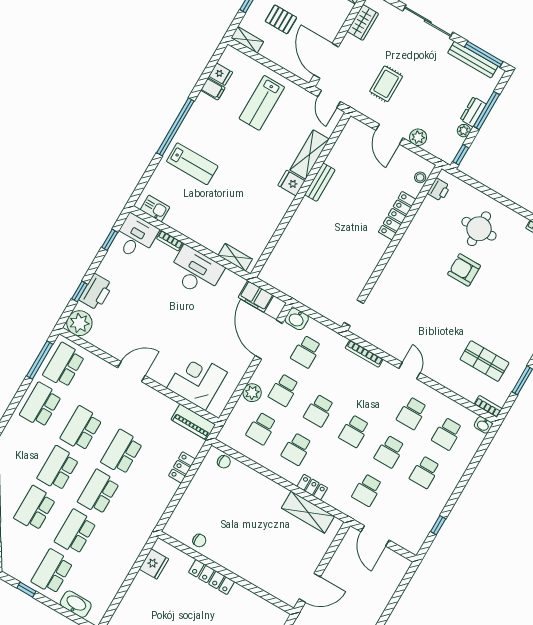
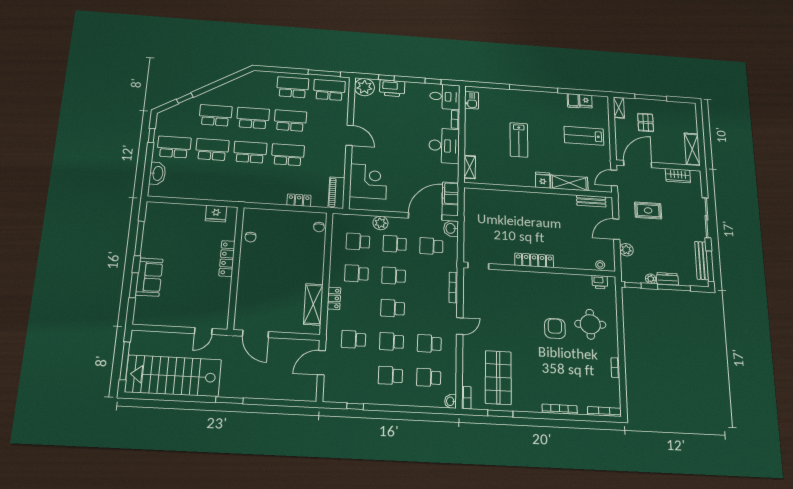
lab bench: (192, 164) -> (519, 140), moved
bench: (320, 182) -> (591, 201), moved
locker: (397, 216) -> (534, 260), moved
shop shelf: (484, 361) -> (498, 378), width x1.43, depth x1.36

